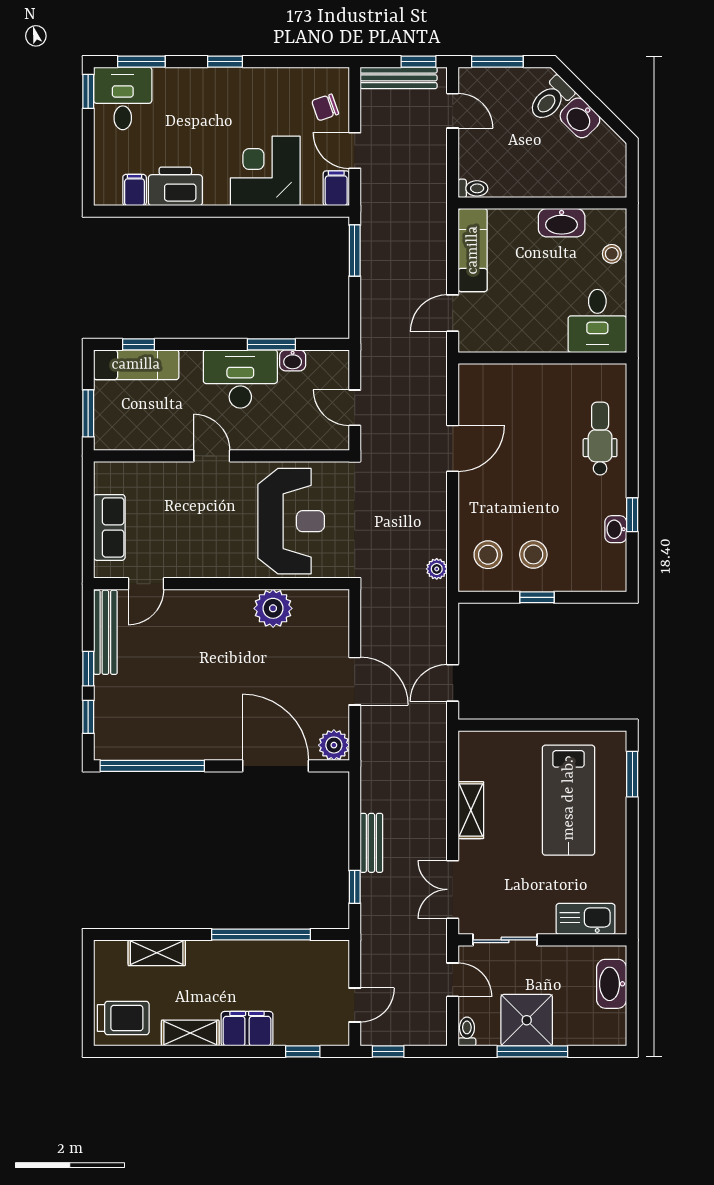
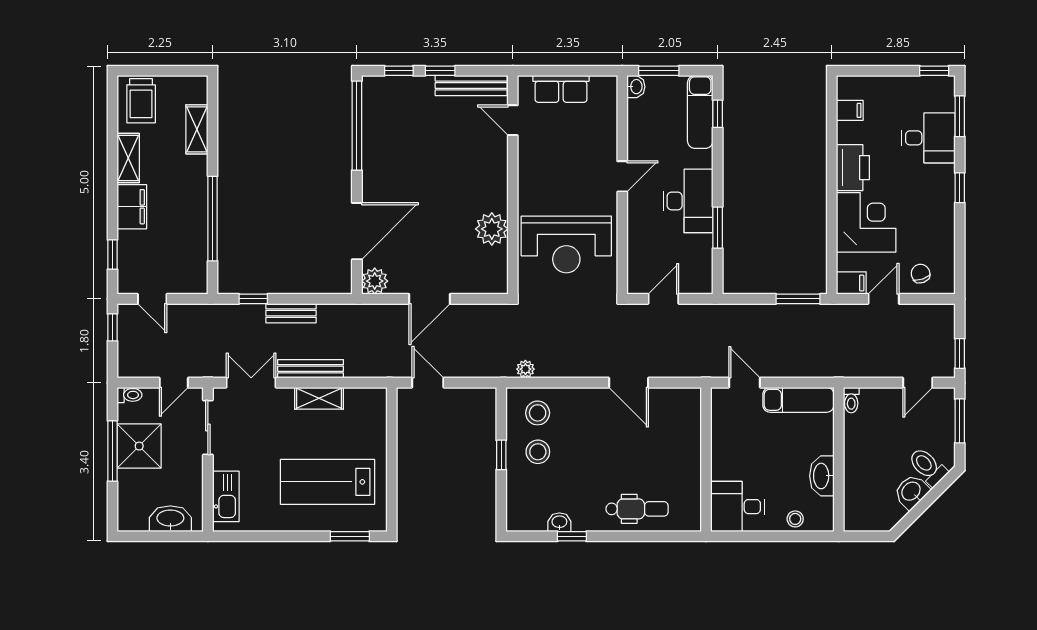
bench: (399, 78) -> (311, 369), moved, turned 90
desk: (123, 98) -> (928, 138), moved
printer: (175, 186) -> (853, 168), moved
washbasin: (293, 360) -> (636, 87), moved, turned 180

